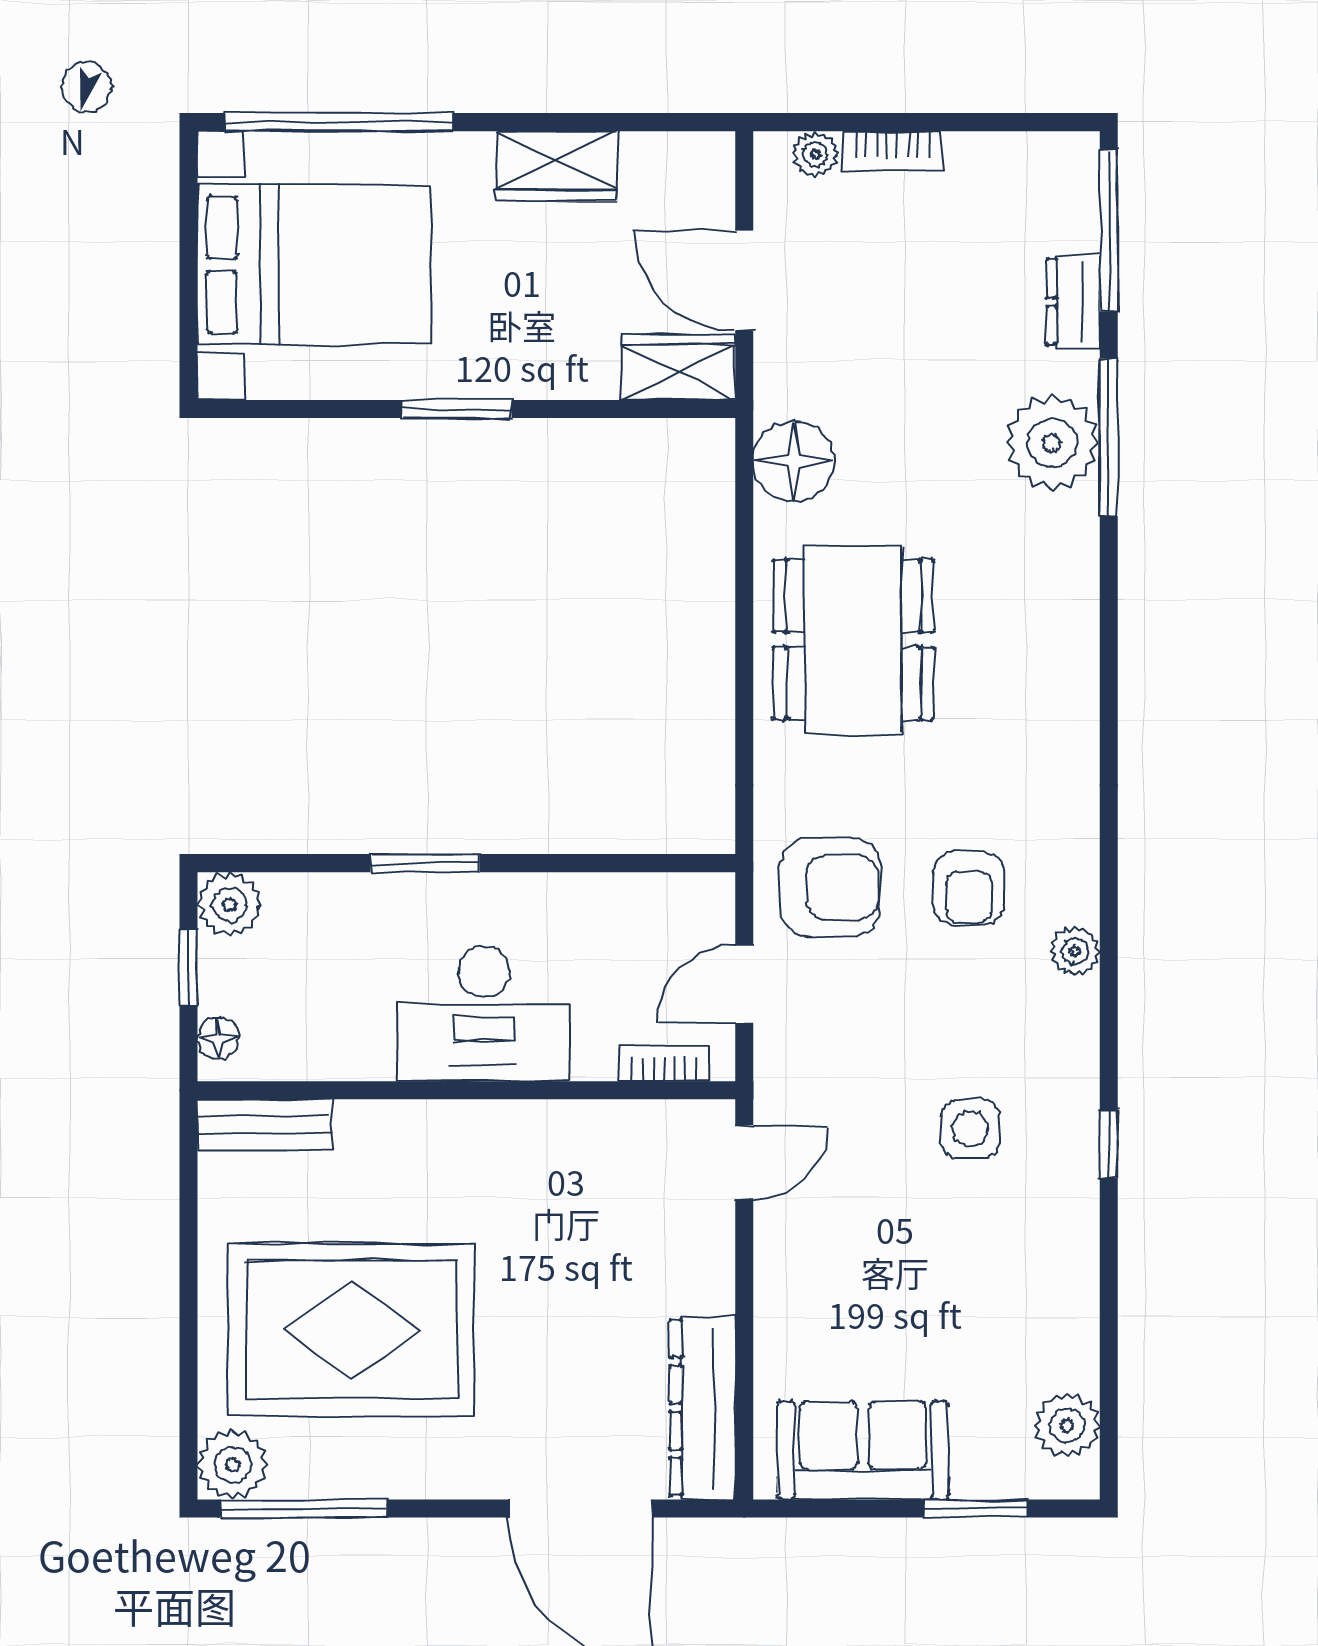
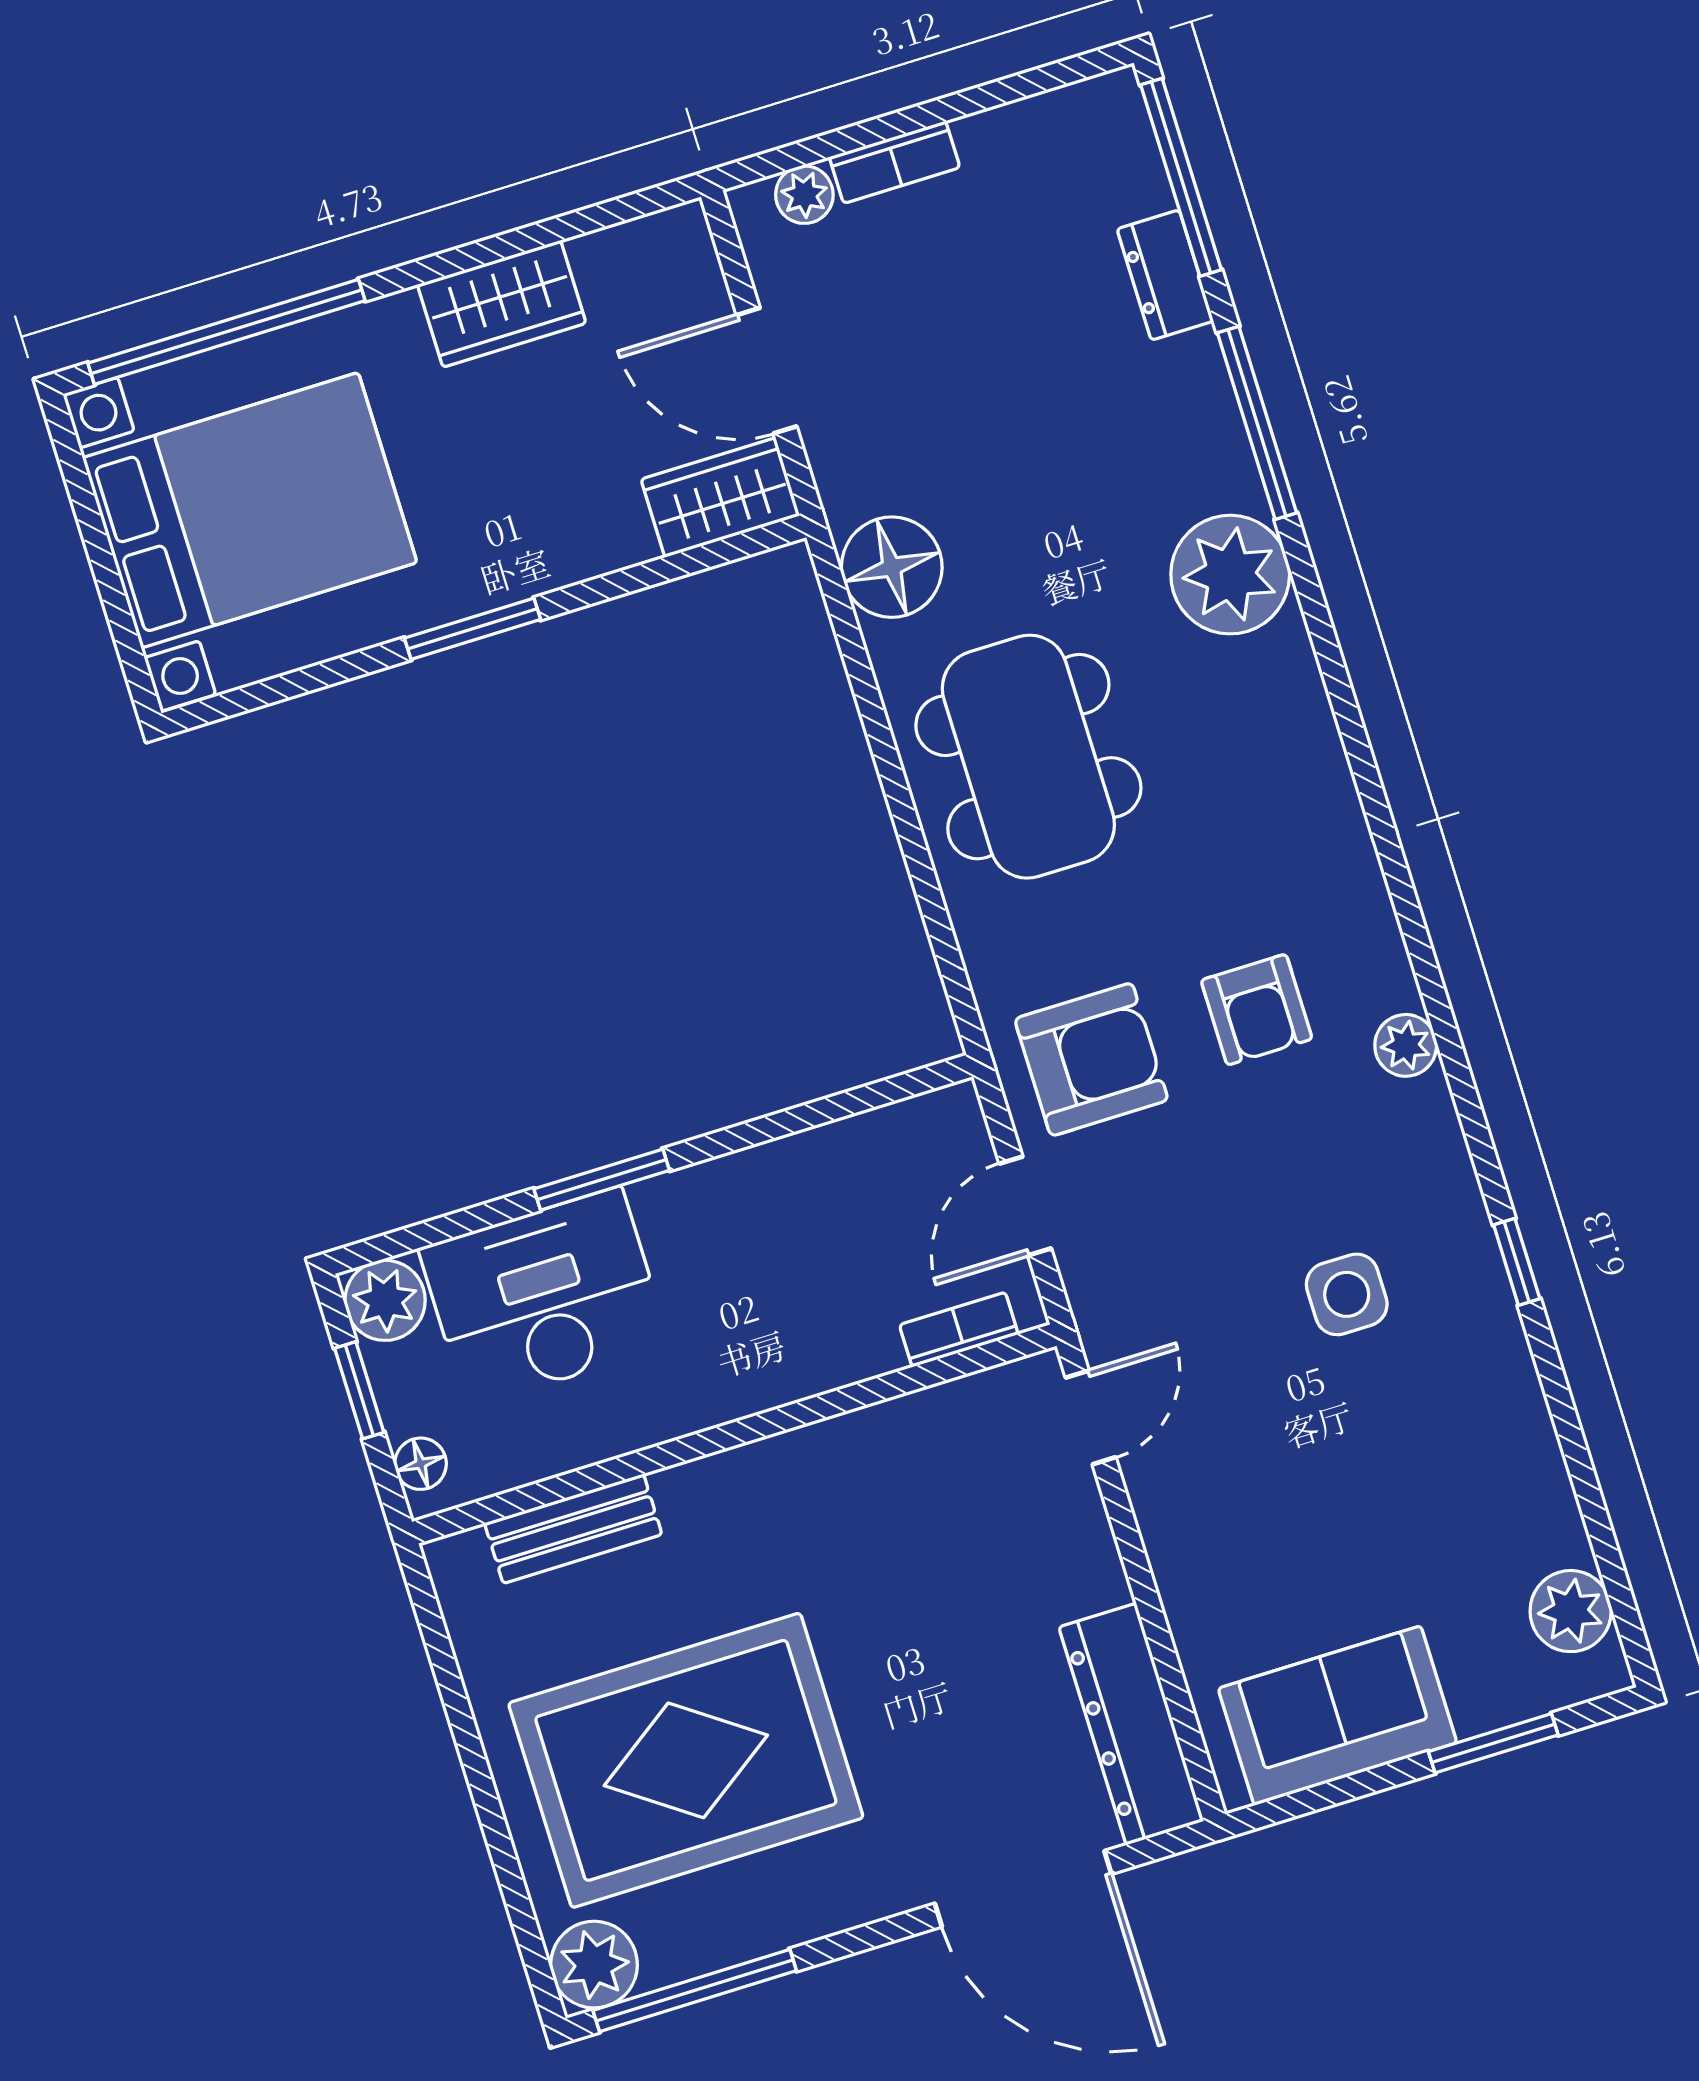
plant: (1052, 443) -> (1230, 575), moved
desk: (483, 1014) -> (544, 1297), moved, turned 180
bench: (264, 1125) -> (573, 1529), moved

